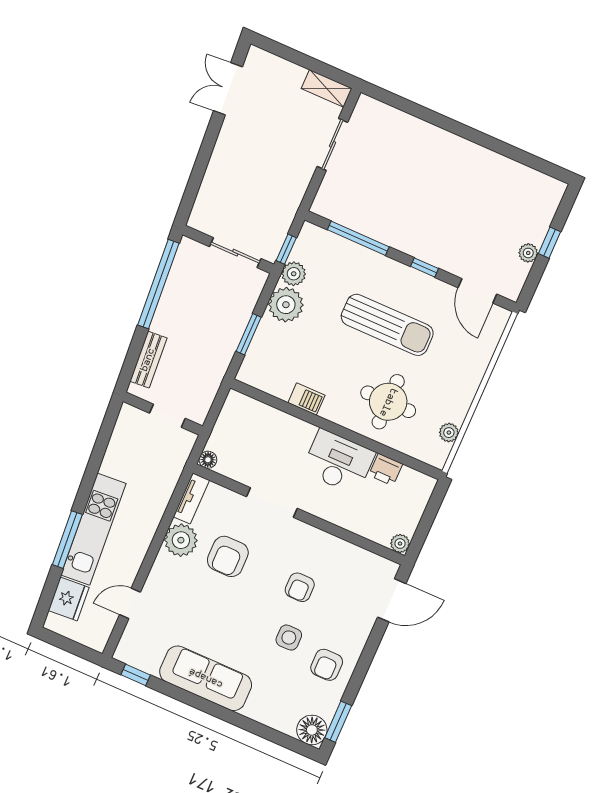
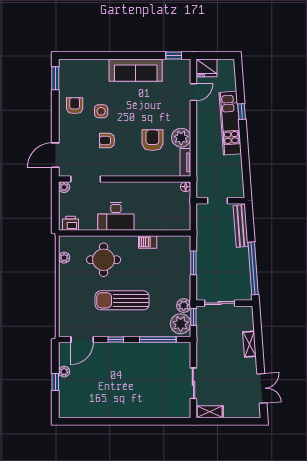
shelving: (217, 167) -> (249, 344), added
door: (477, 291) -> (82, 340), swing flipped
plant: (286, 305) -> (181, 324), moved
bench: (148, 360) -> (241, 226), width x1.36
printer: (386, 470) -> (71, 223), moved
doorway: (272, 503) -> (86, 179), moved
window: (67, 540) -> (242, 111), width x0.46
armchair: (300, 587) -> (107, 141), turned -90
fridge: (69, 599) -> (206, 68), moved, turned -86
floor lamp: (312, 730) -> (67, 68), removed

